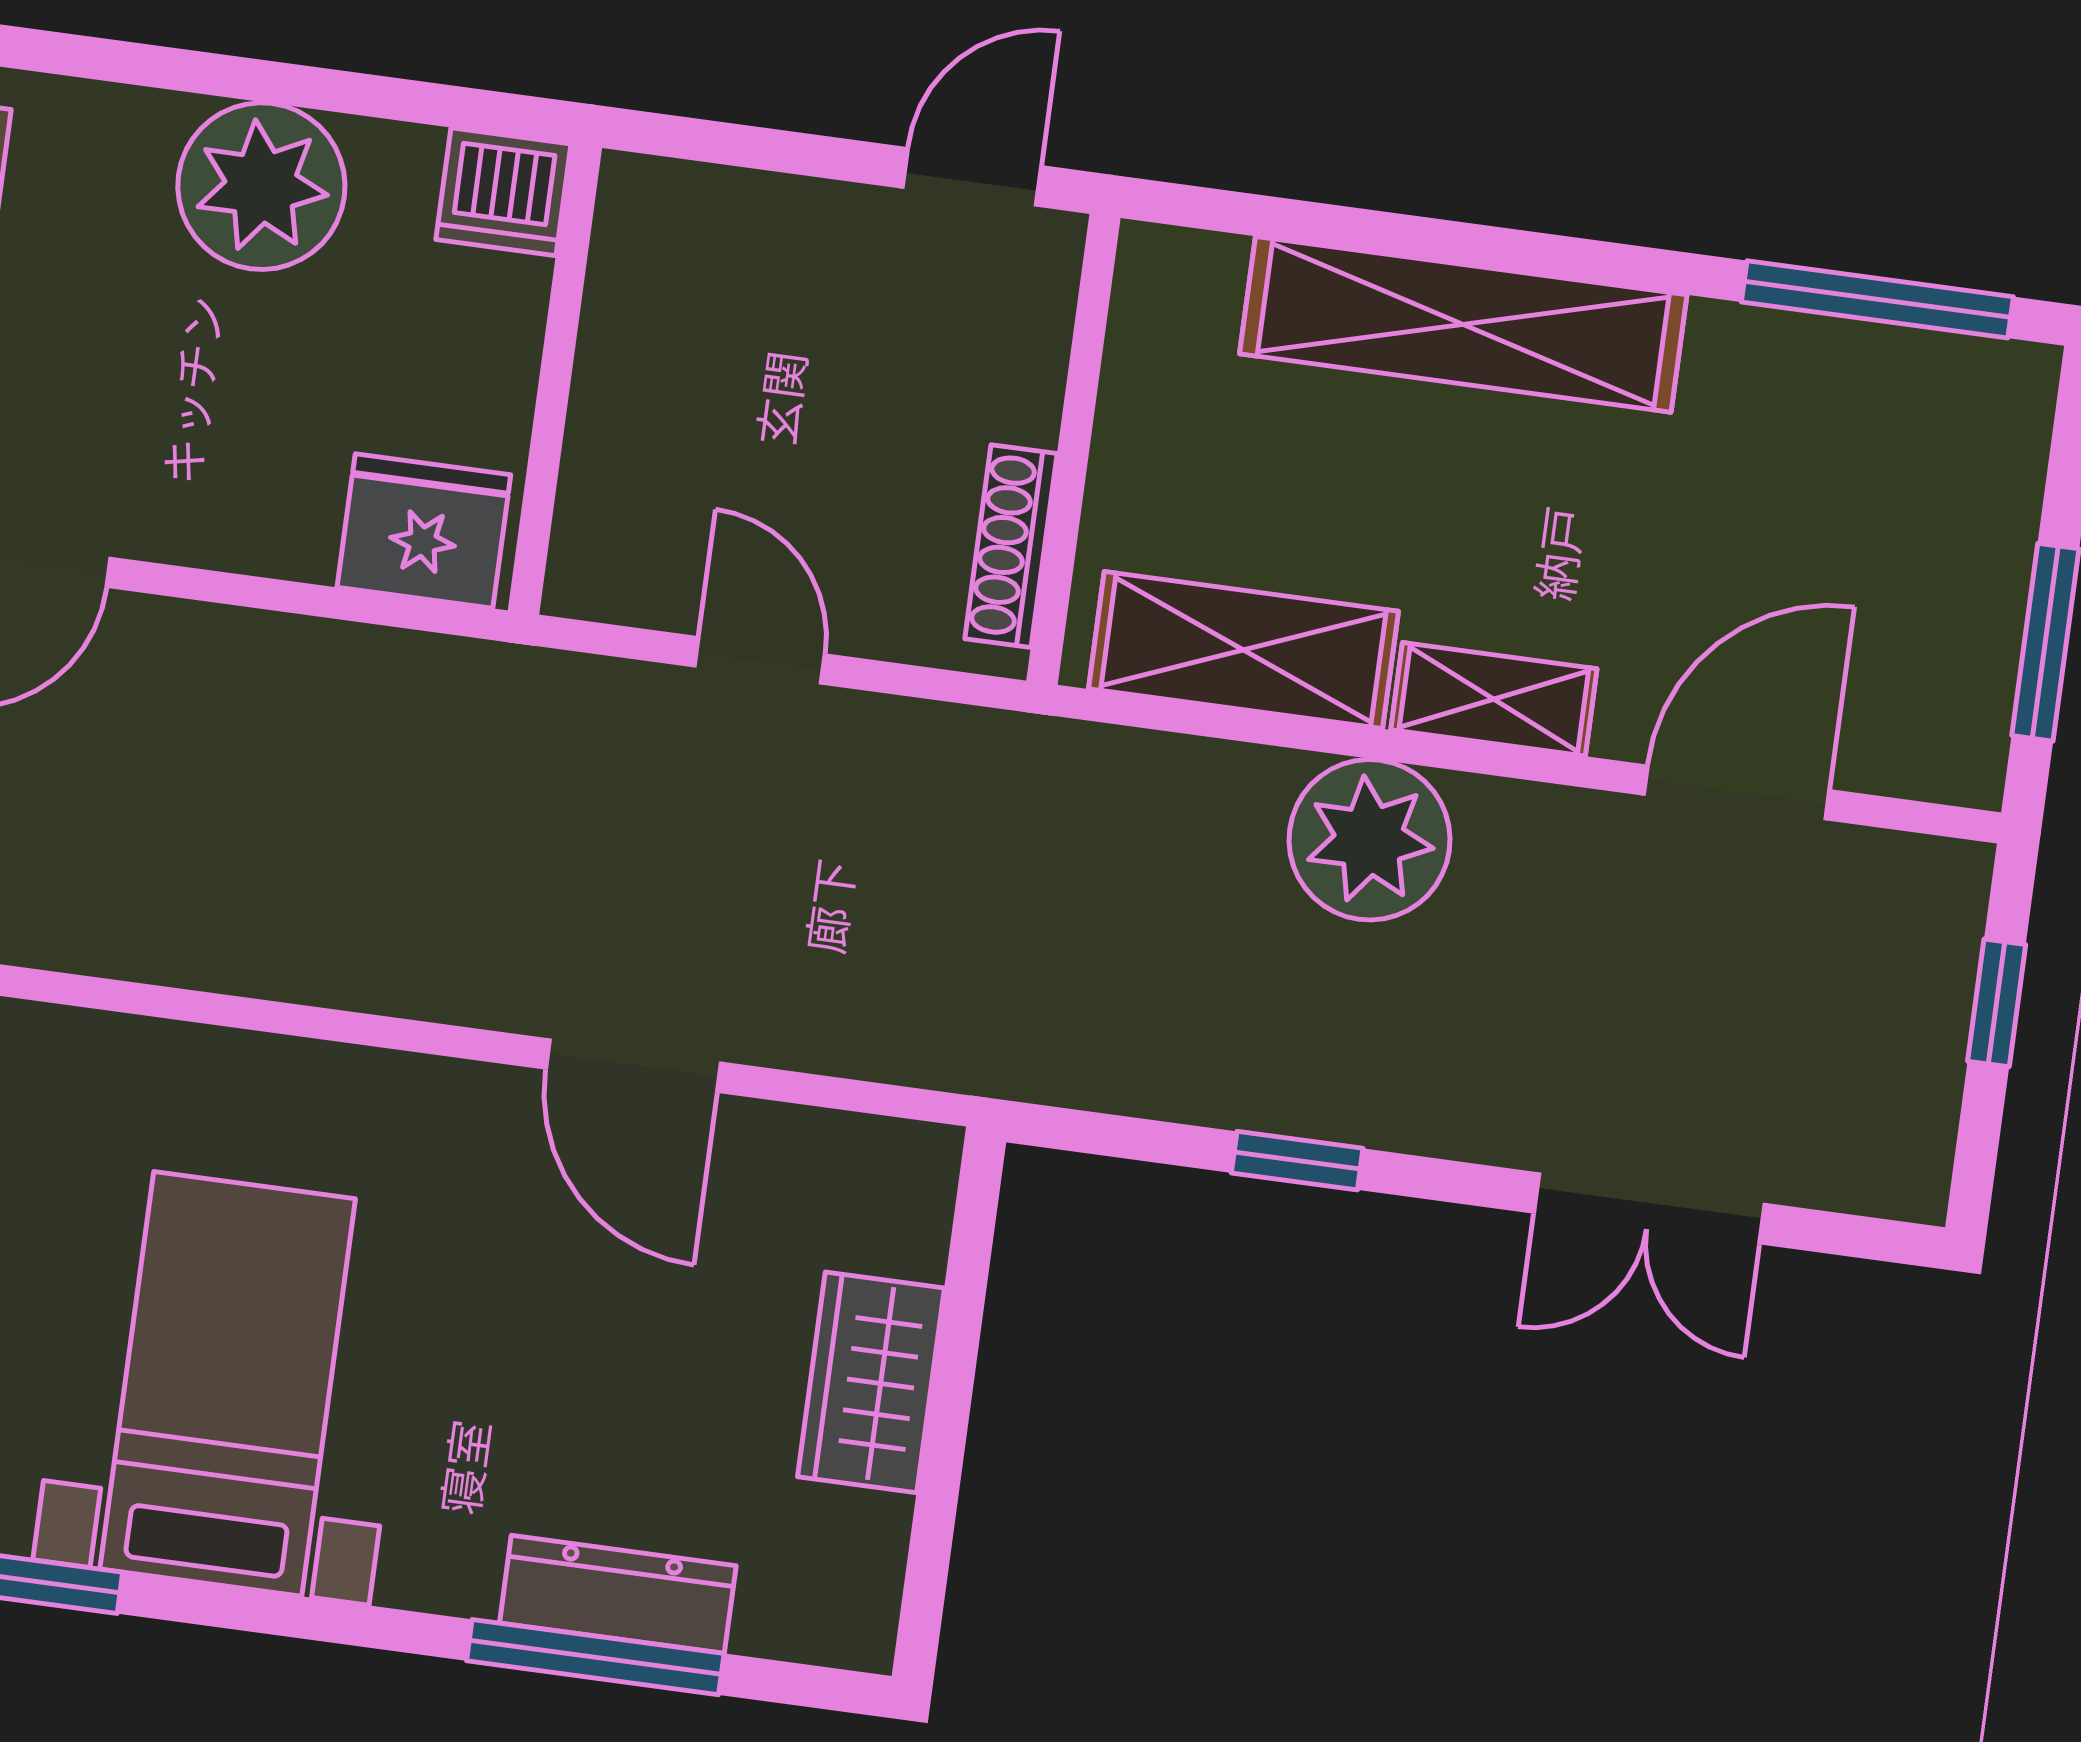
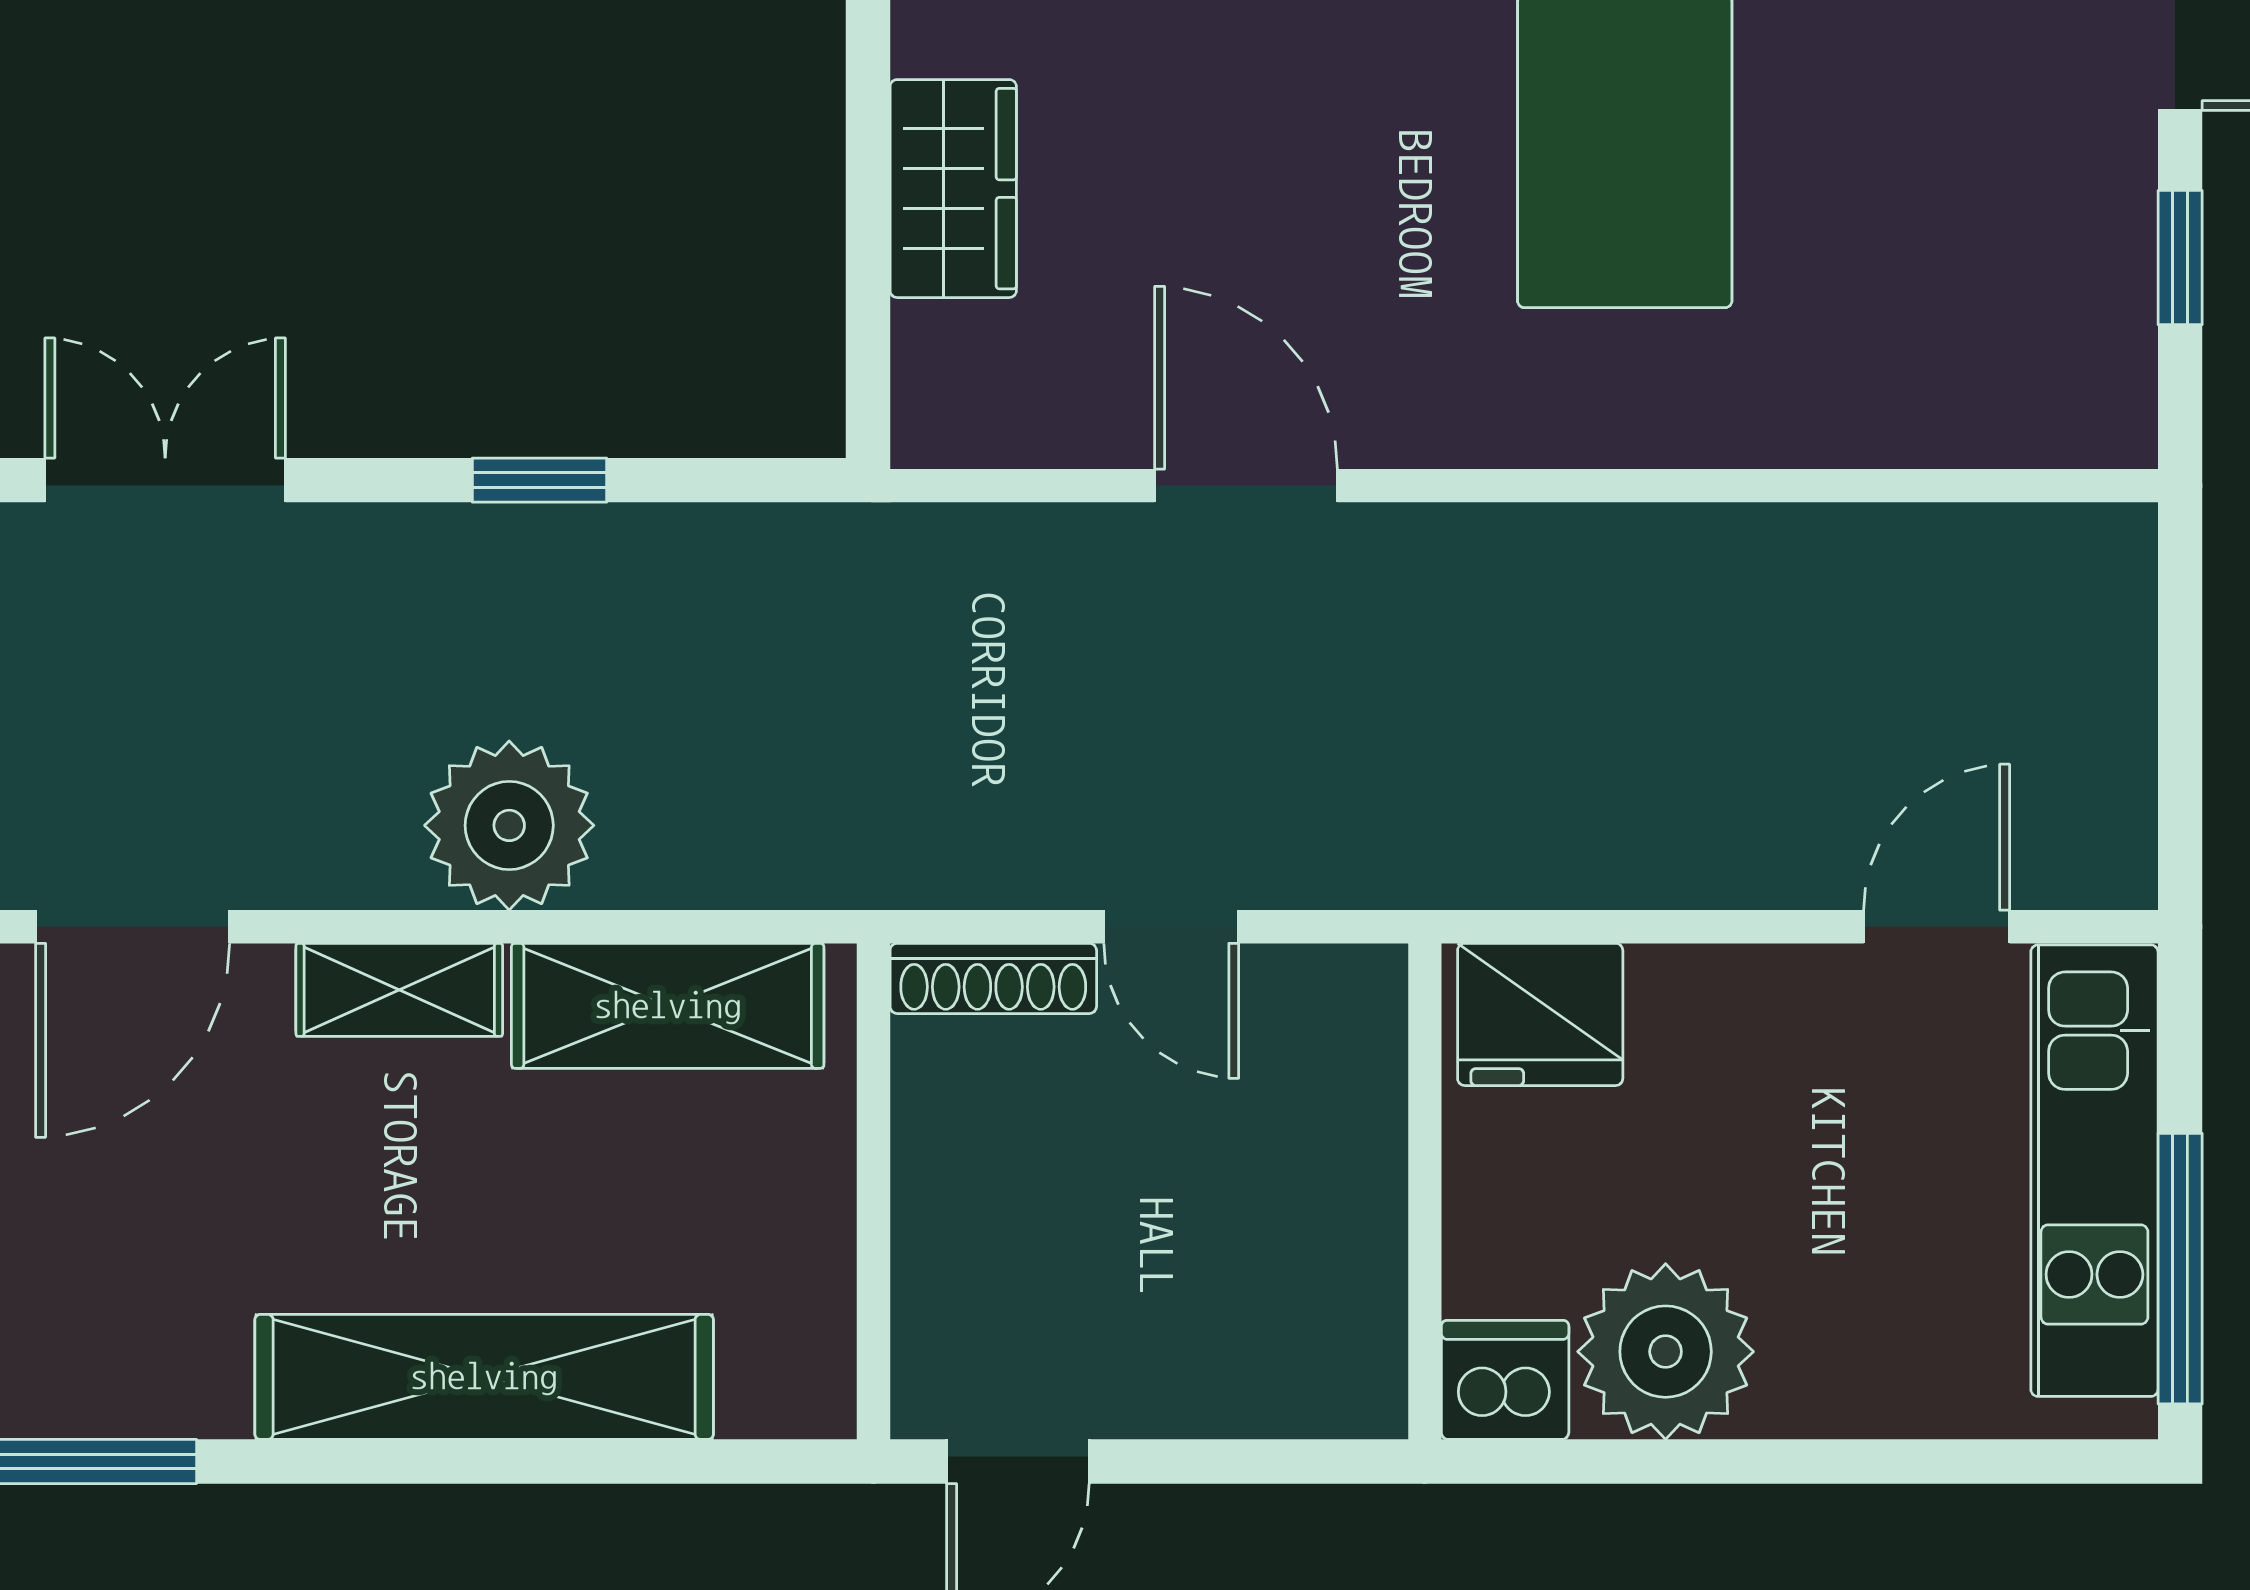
plant: (261, 186) -> (1666, 1352), moved
shoe rack: (1011, 546) -> (993, 978), moved, turned 90

